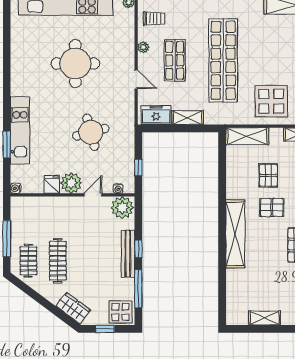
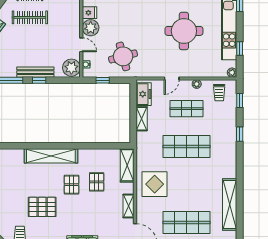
shop shelf: (223, 60) -> (186, 147), width x0.71
round table: (91, 132) -> (123, 56), moved
pallet: (268, 175) -> (97, 182), turned 90

